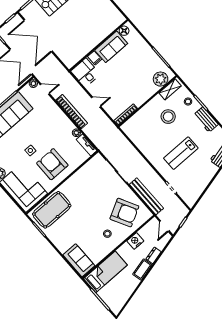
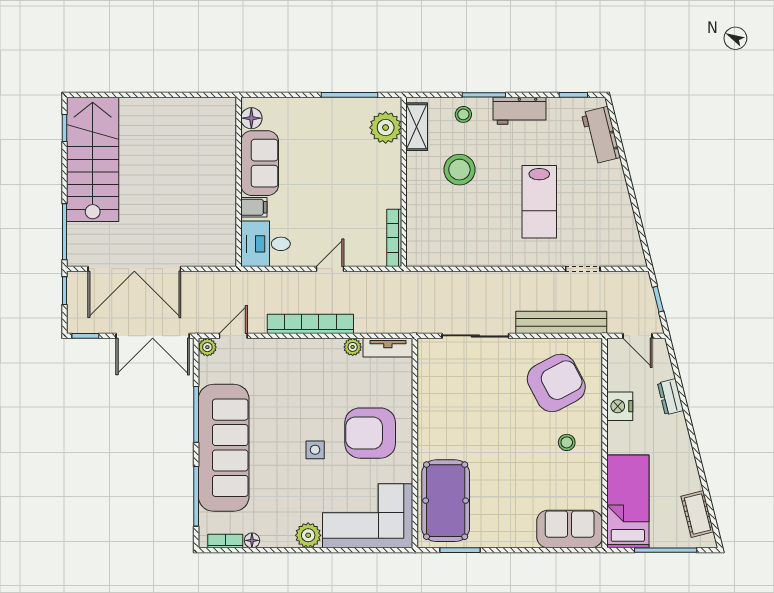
cot: (142, 270) -> (697, 514), moved

